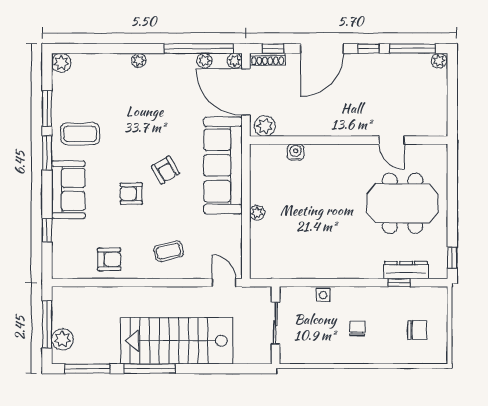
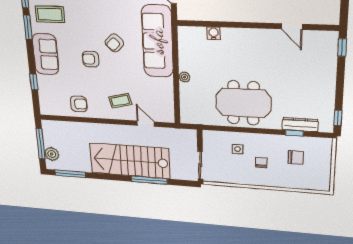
plant: (265, 126) -> (189, 12), removed
window: (452, 165) -> (342, 47), added
armchair: (165, 170) -> (114, 43), turned 75
meeting table: (403, 203) -> (243, 103), moved
door: (224, 283) -> (146, 124), moved
side table: (323, 295) -> (238, 149), moved
sliding door: (276, 323) -> (200, 165), moved
chair: (417, 330) -> (296, 157), moved
window: (150, 369) -> (149, 180), moved

